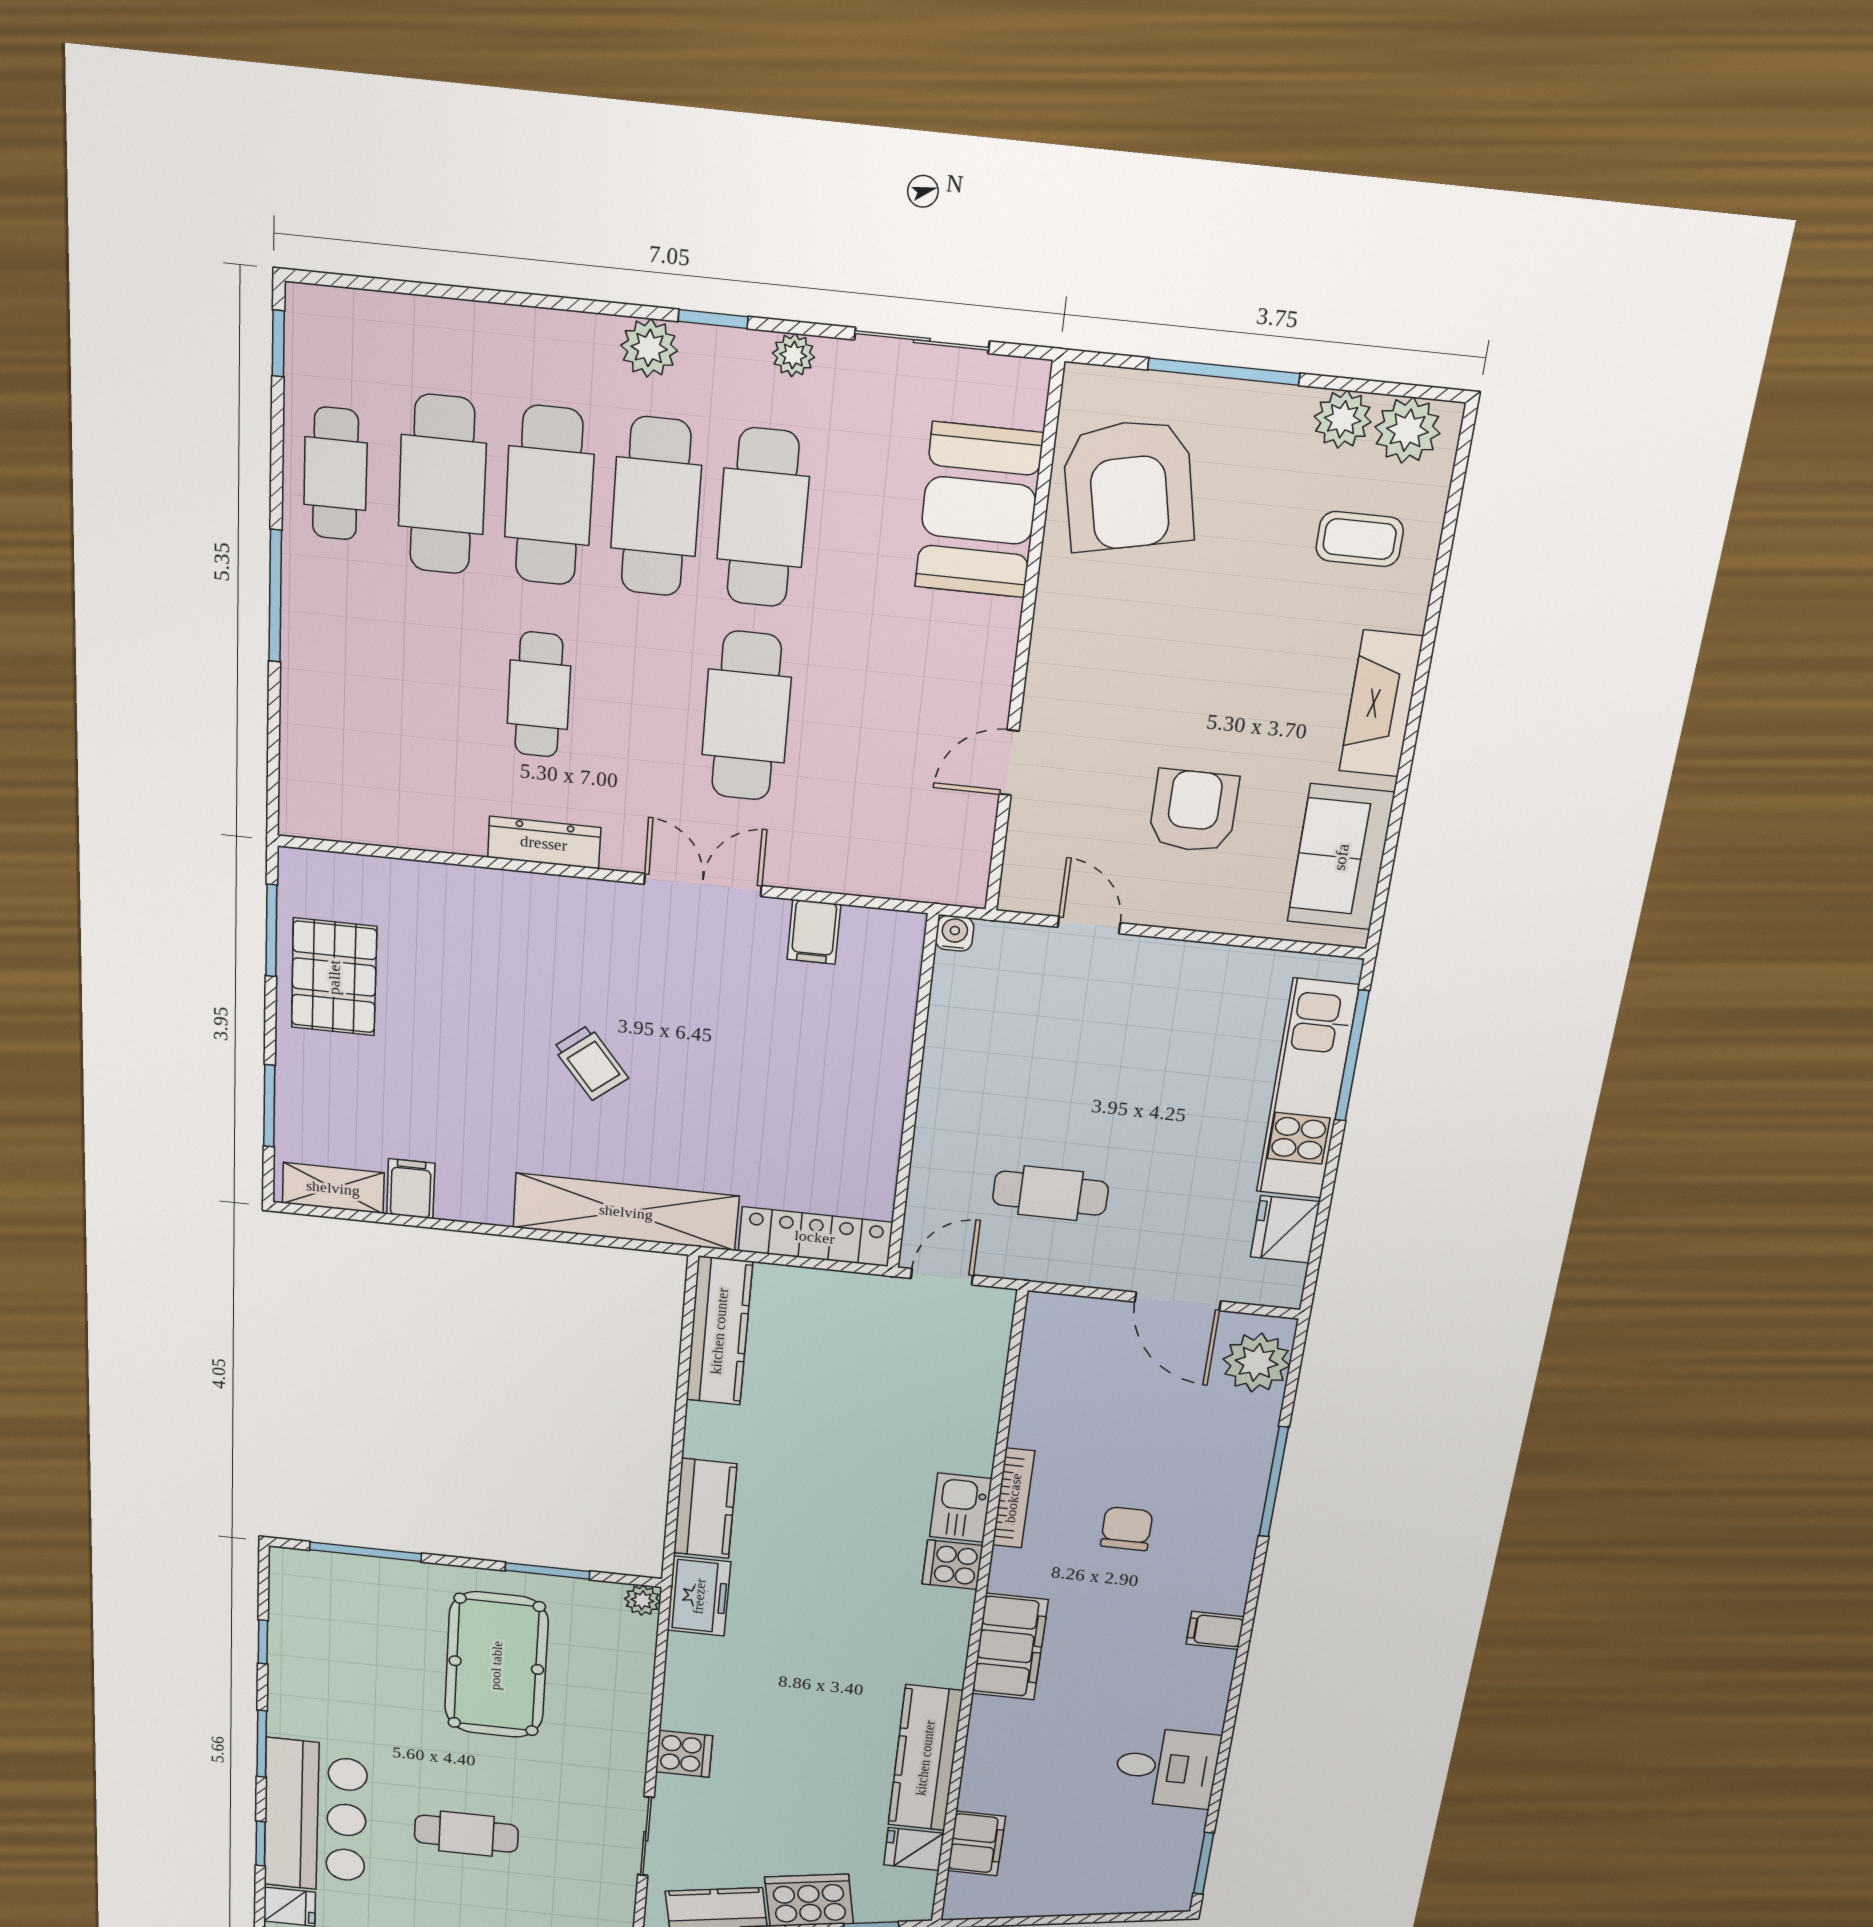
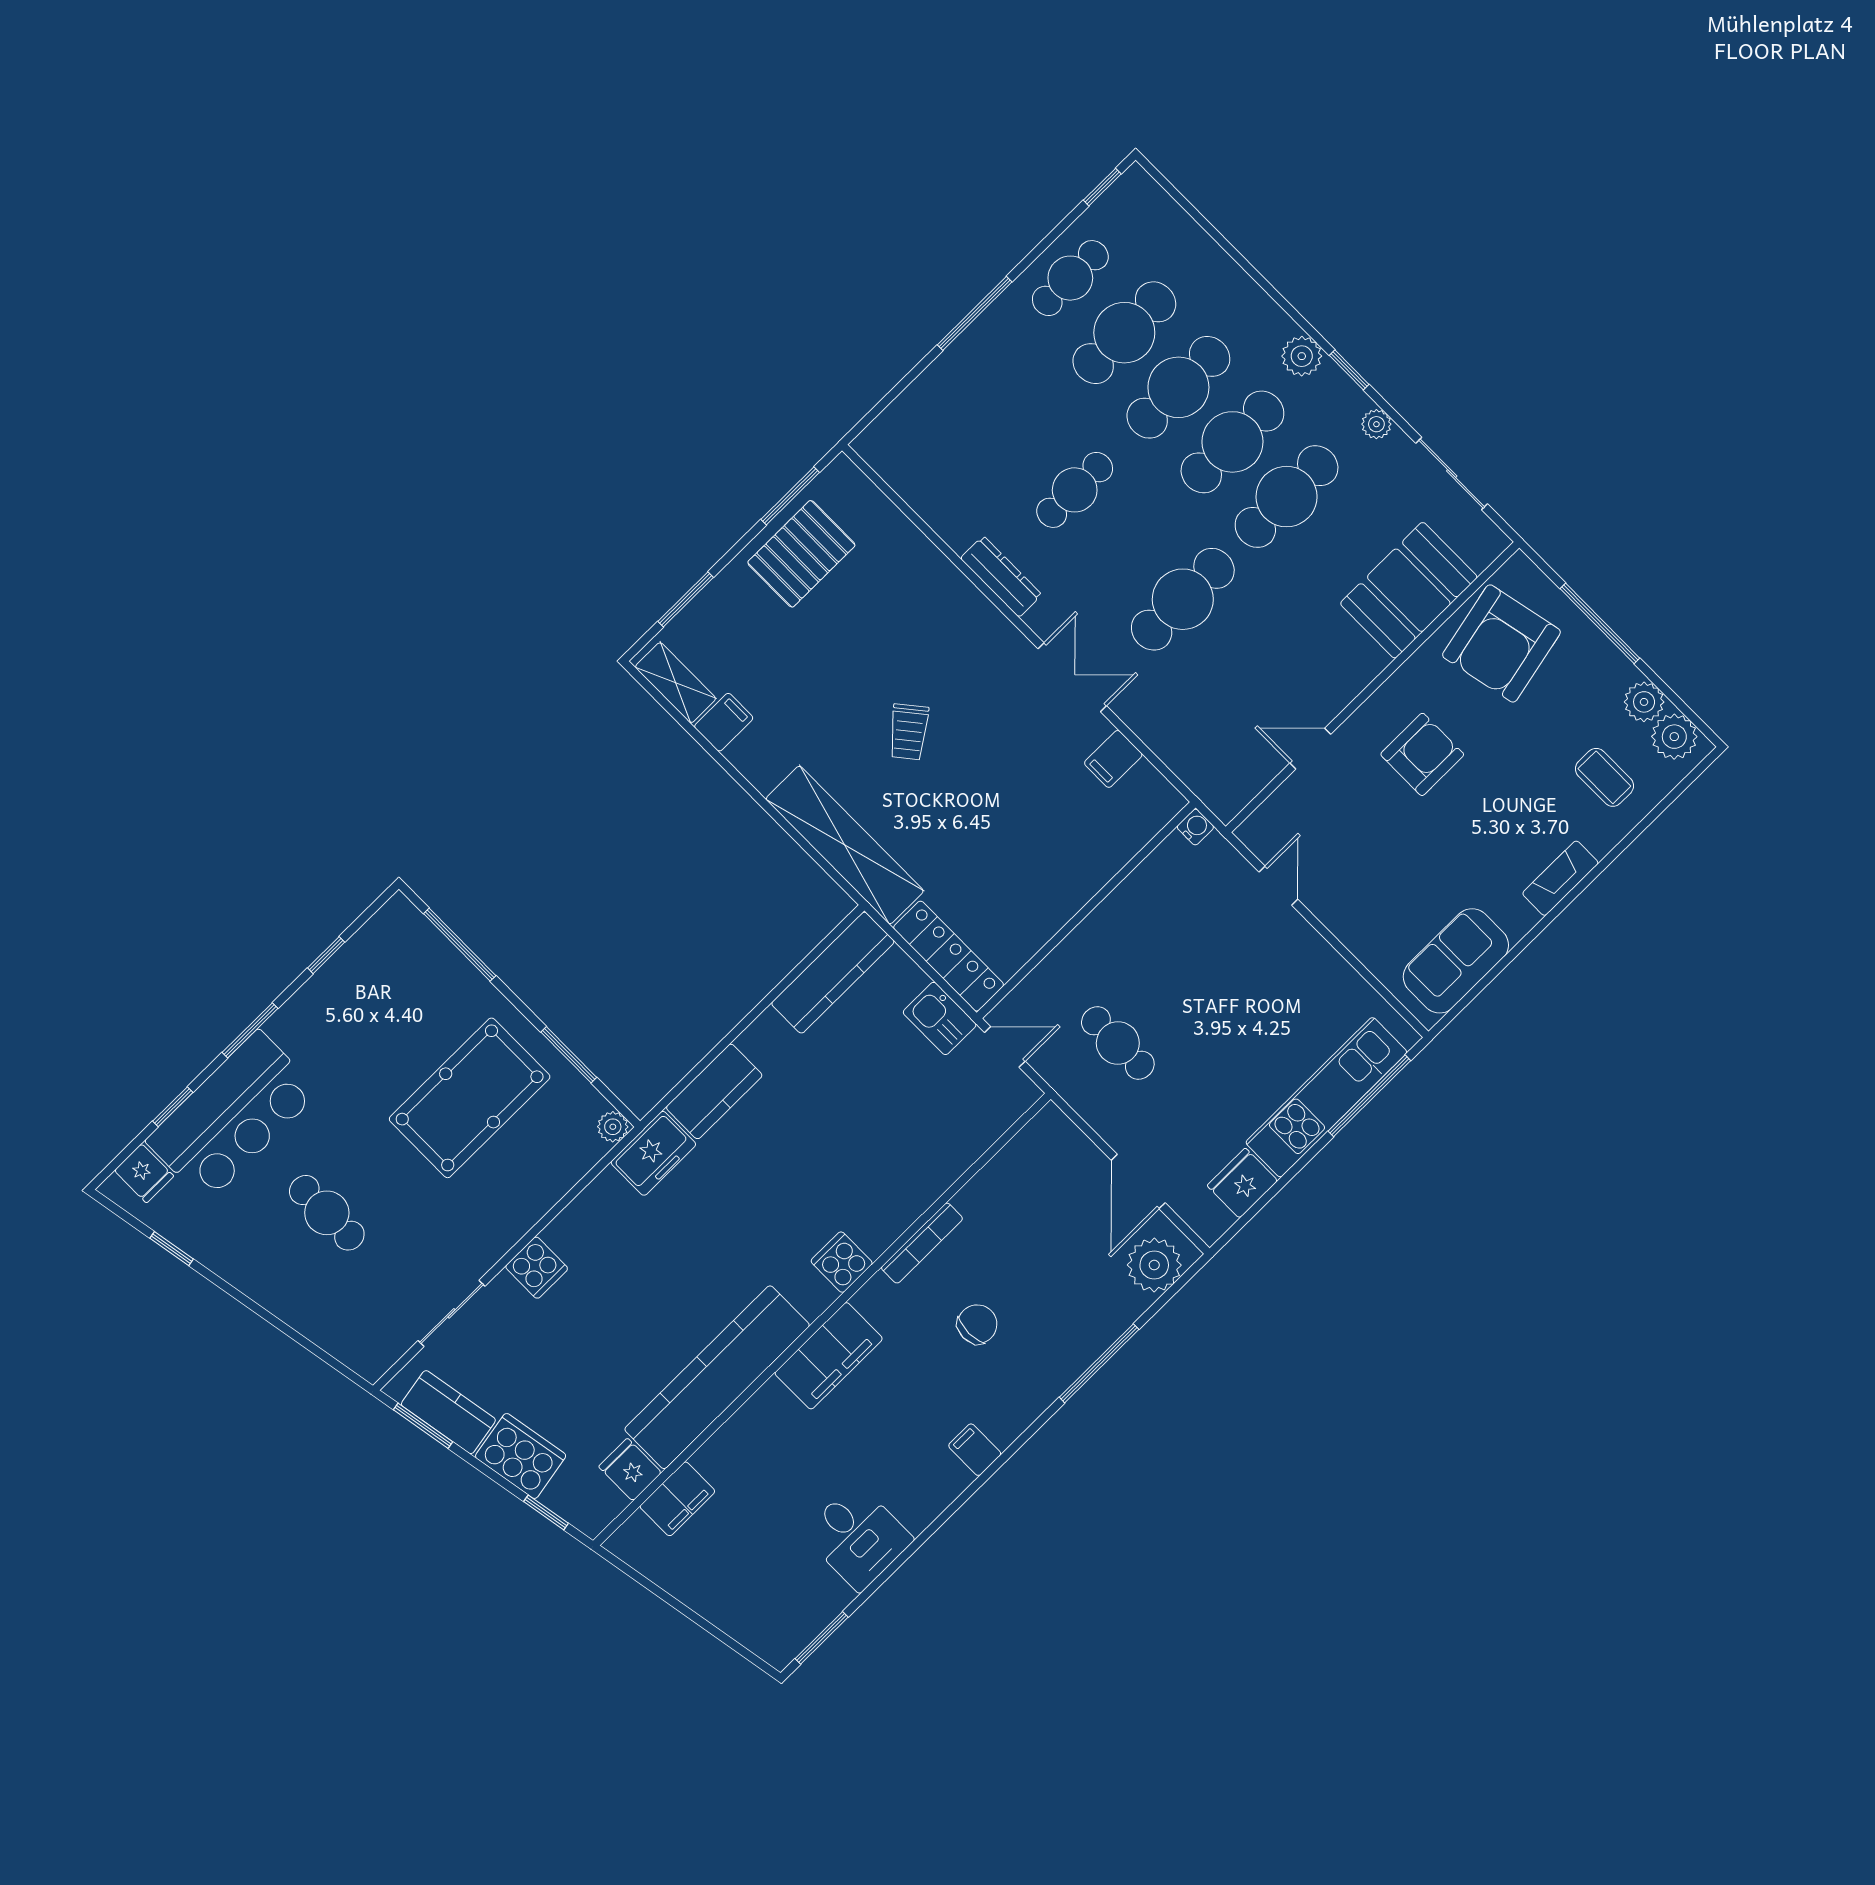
fireplace: (1381, 704) -> (1560, 878), width x0.73, depth x0.76
armchair: (1194, 811) -> (1422, 754), moved
kitchen sink: (961, 1508) -> (940, 1018), moved, turned -90
kitchen counter: (925, 1758) -> (717, 1377), width x1.39, depth x1.17

